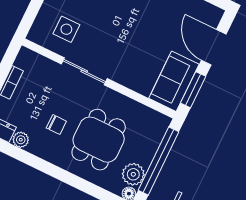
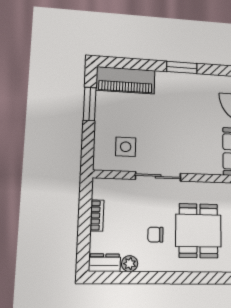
chair: (56, 125) -> (155, 235), turned 180

